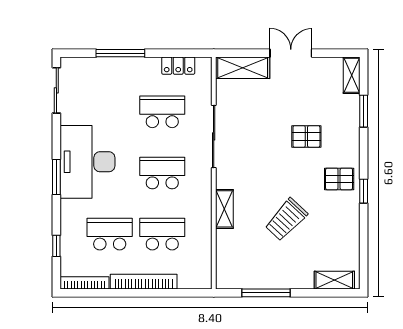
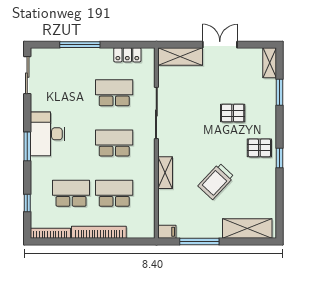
desk: (87, 162) -> (48, 134), width x0.73, depth x0.77
shelving: (334, 280) -> (247, 229), width x1.50, depth x1.33
filing cabinet: (226, 281) -> (167, 232), added

